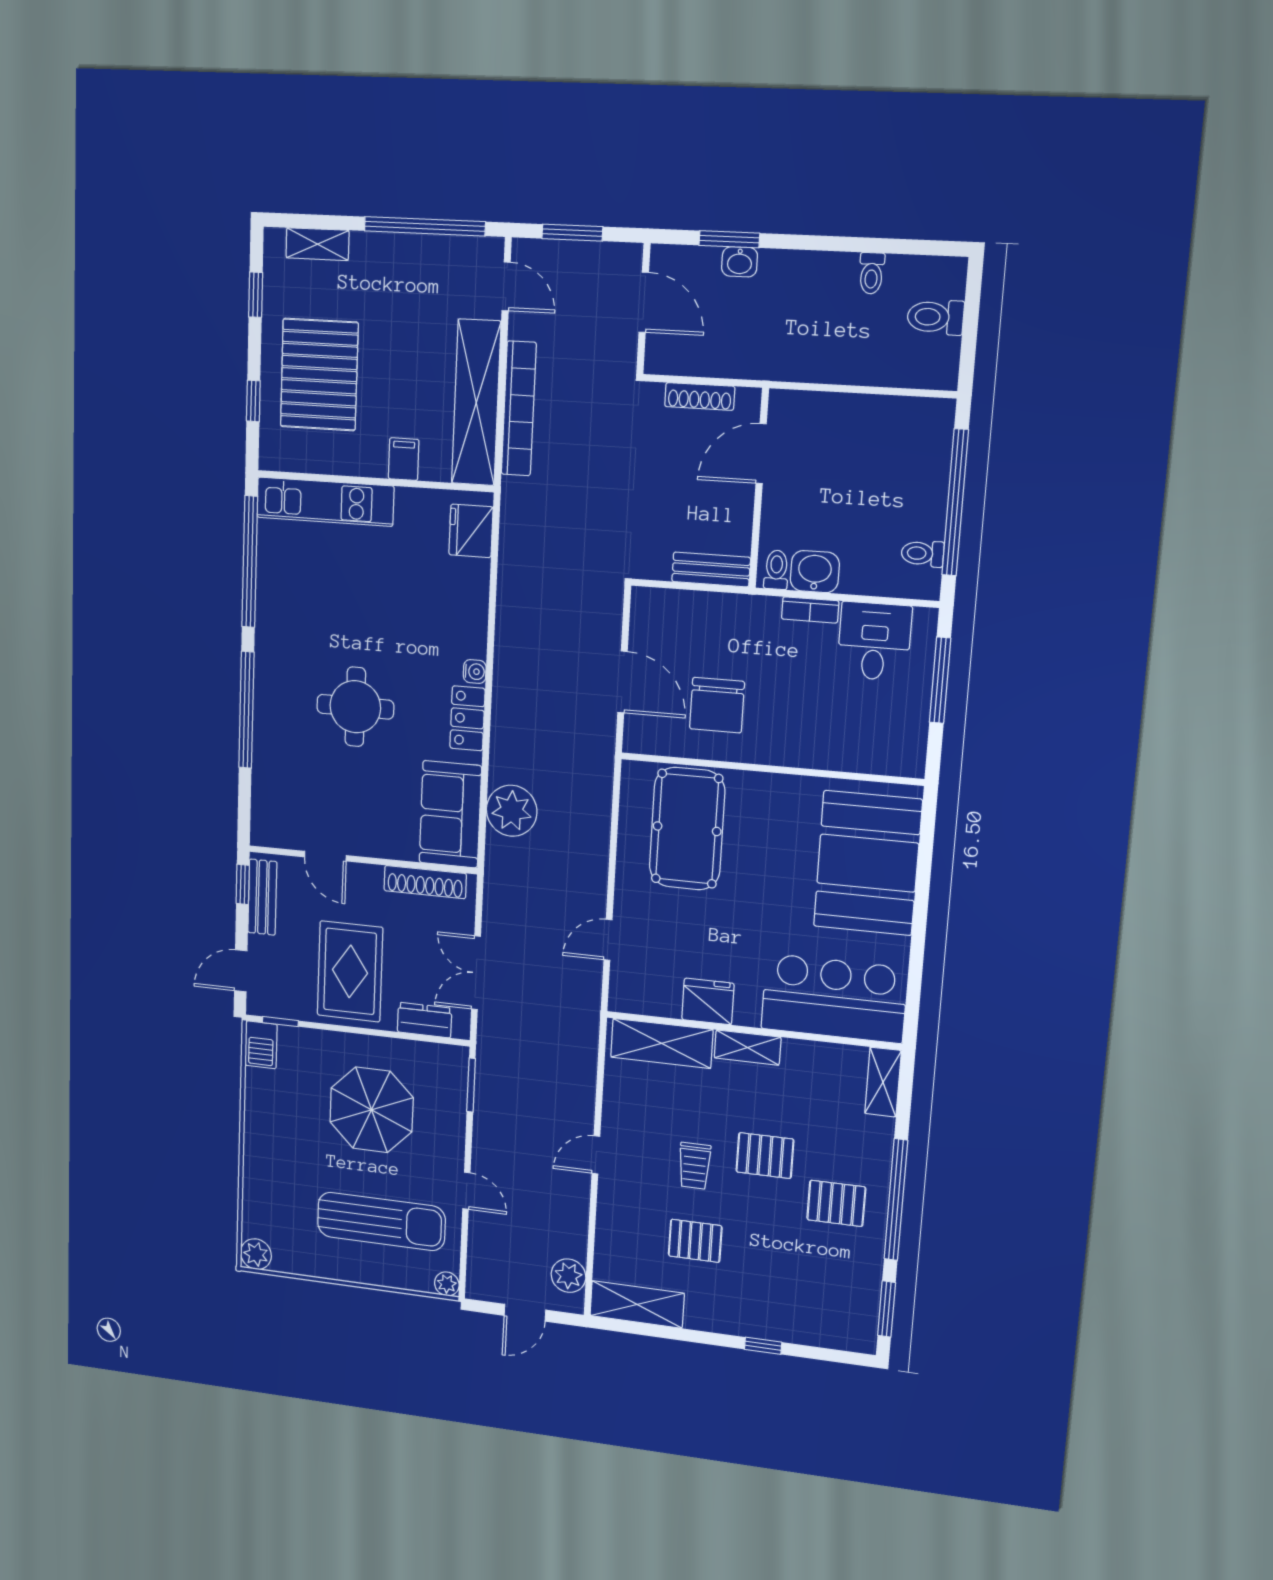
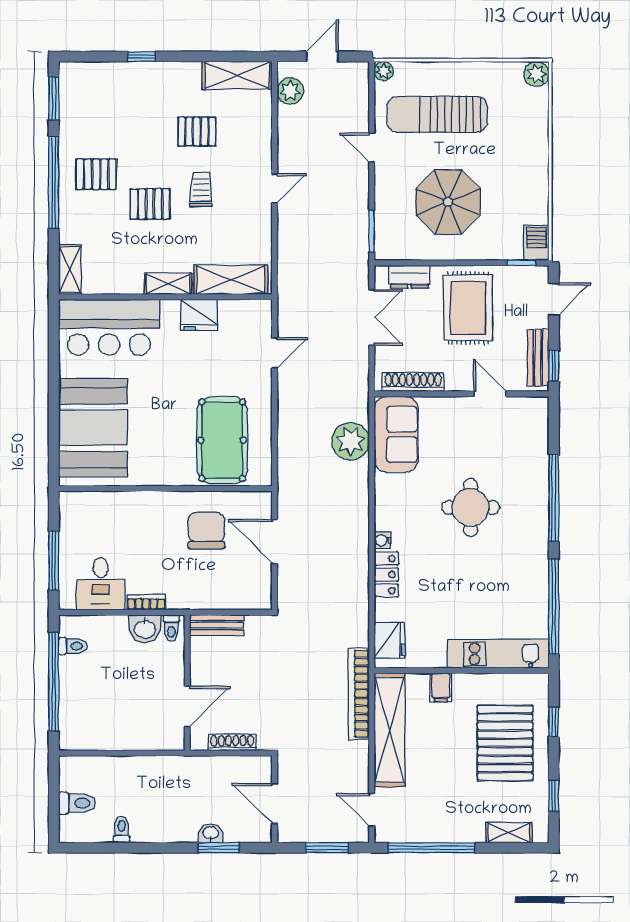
bookcase: (519, 409) -> (359, 694), moved
locker: (467, 718) -> (386, 575), moved

